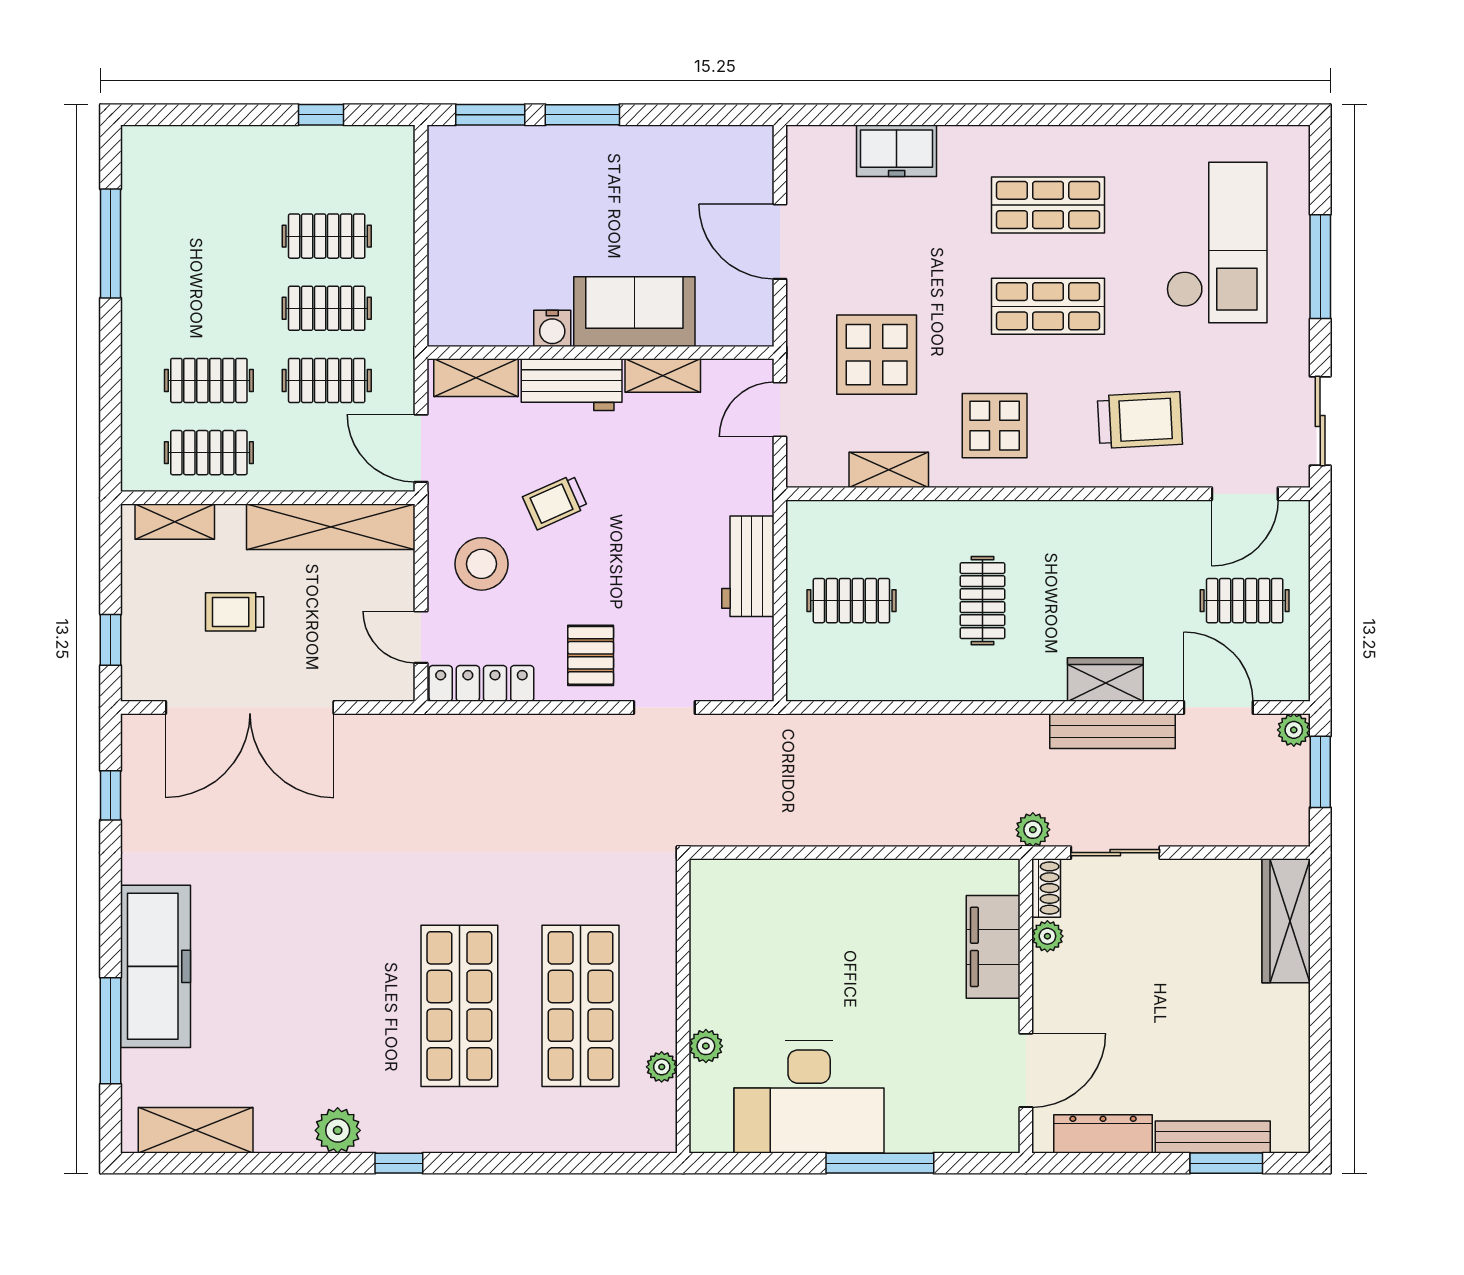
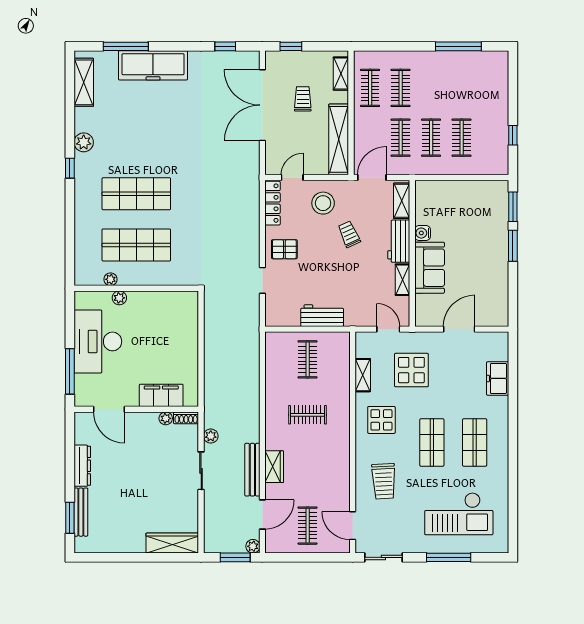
shoe rack: (1046, 888) -> (186, 418), moved
plant: (1047, 936) -> (166, 418), moved
filing cabinet: (993, 947) -> (161, 395), moved
wall: (1026, 1006) -> (136, 409), moved
door: (1026, 1070) -> (109, 409), moved

